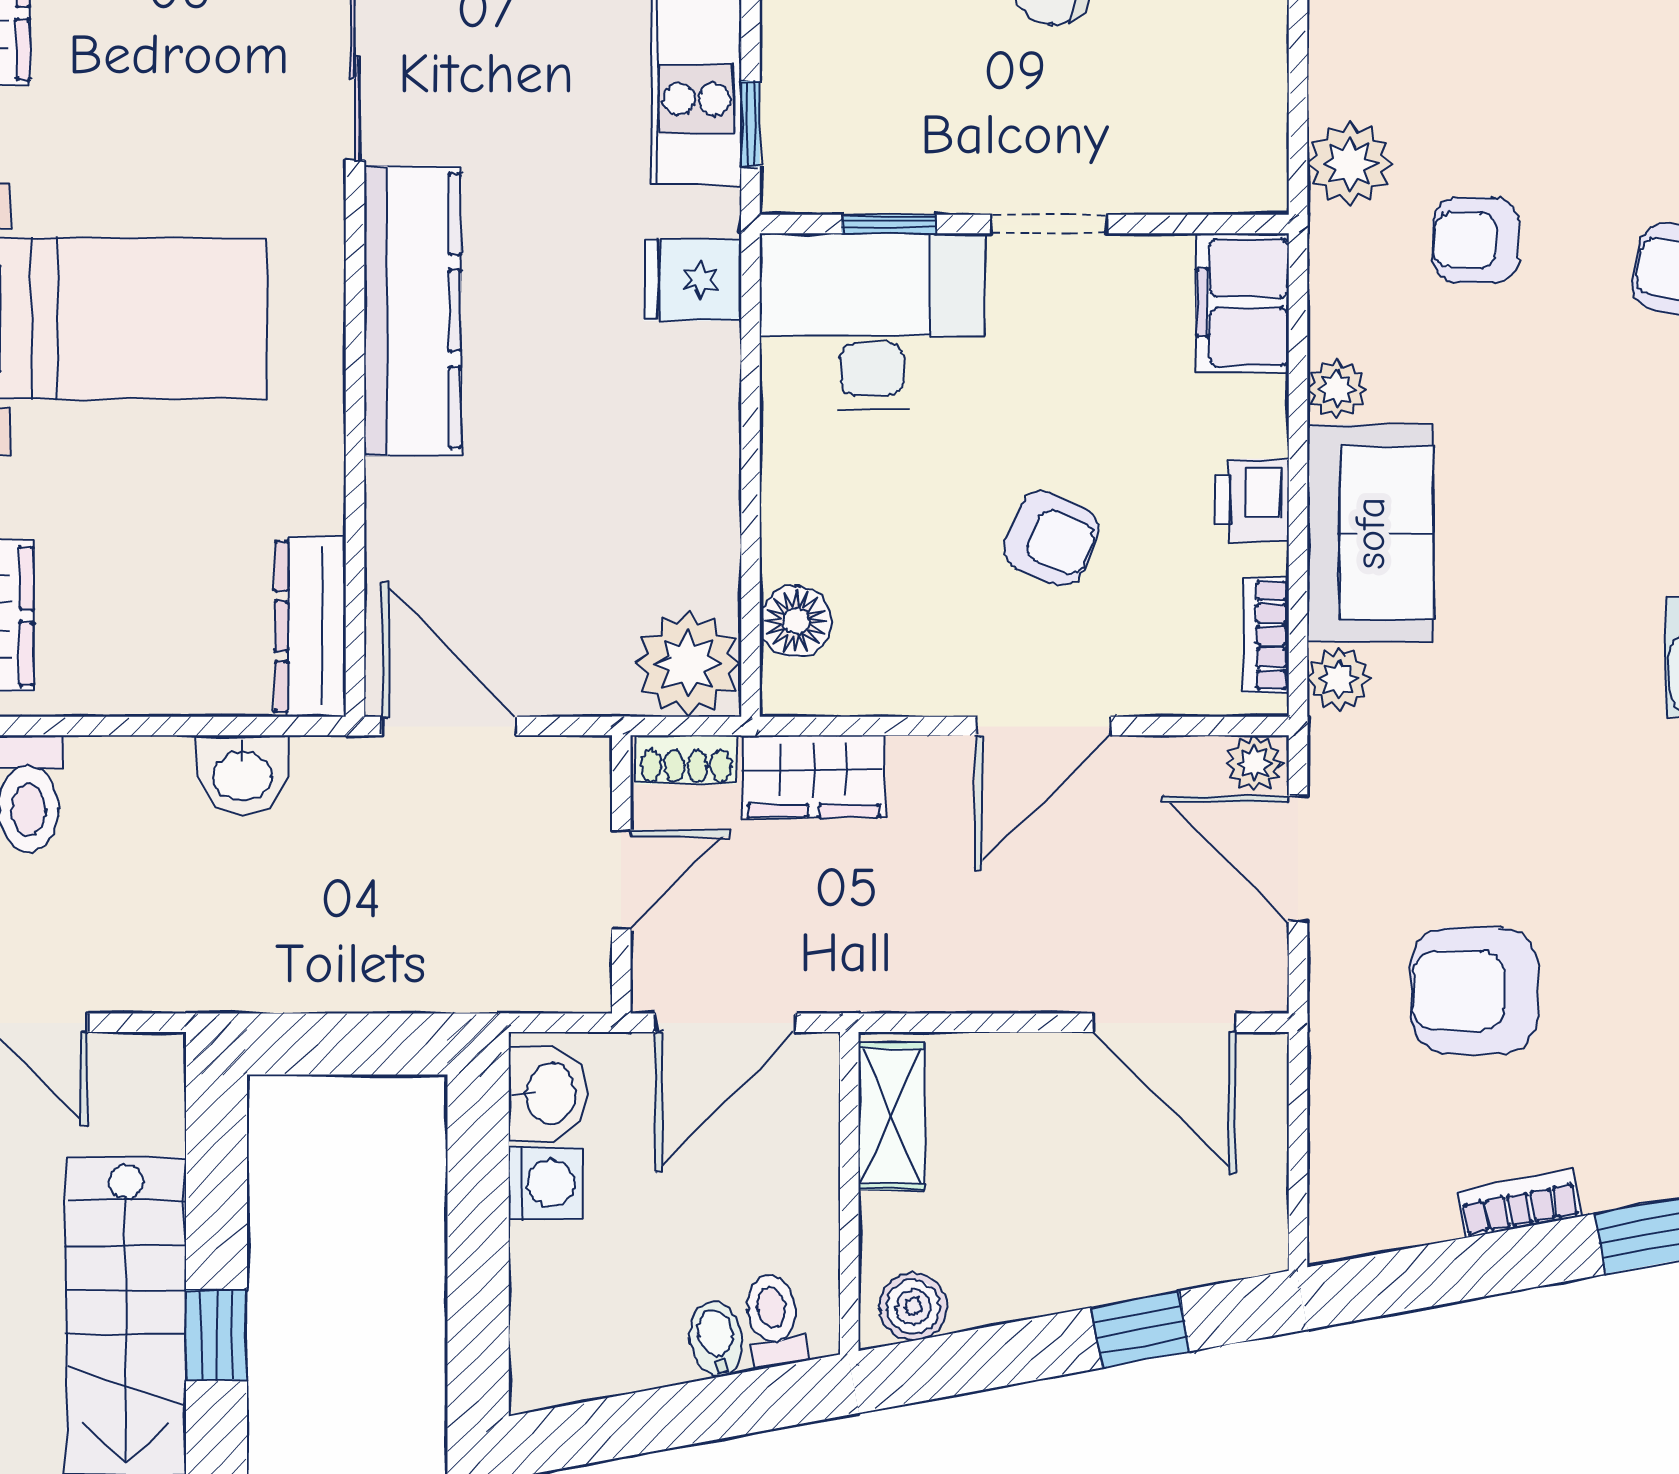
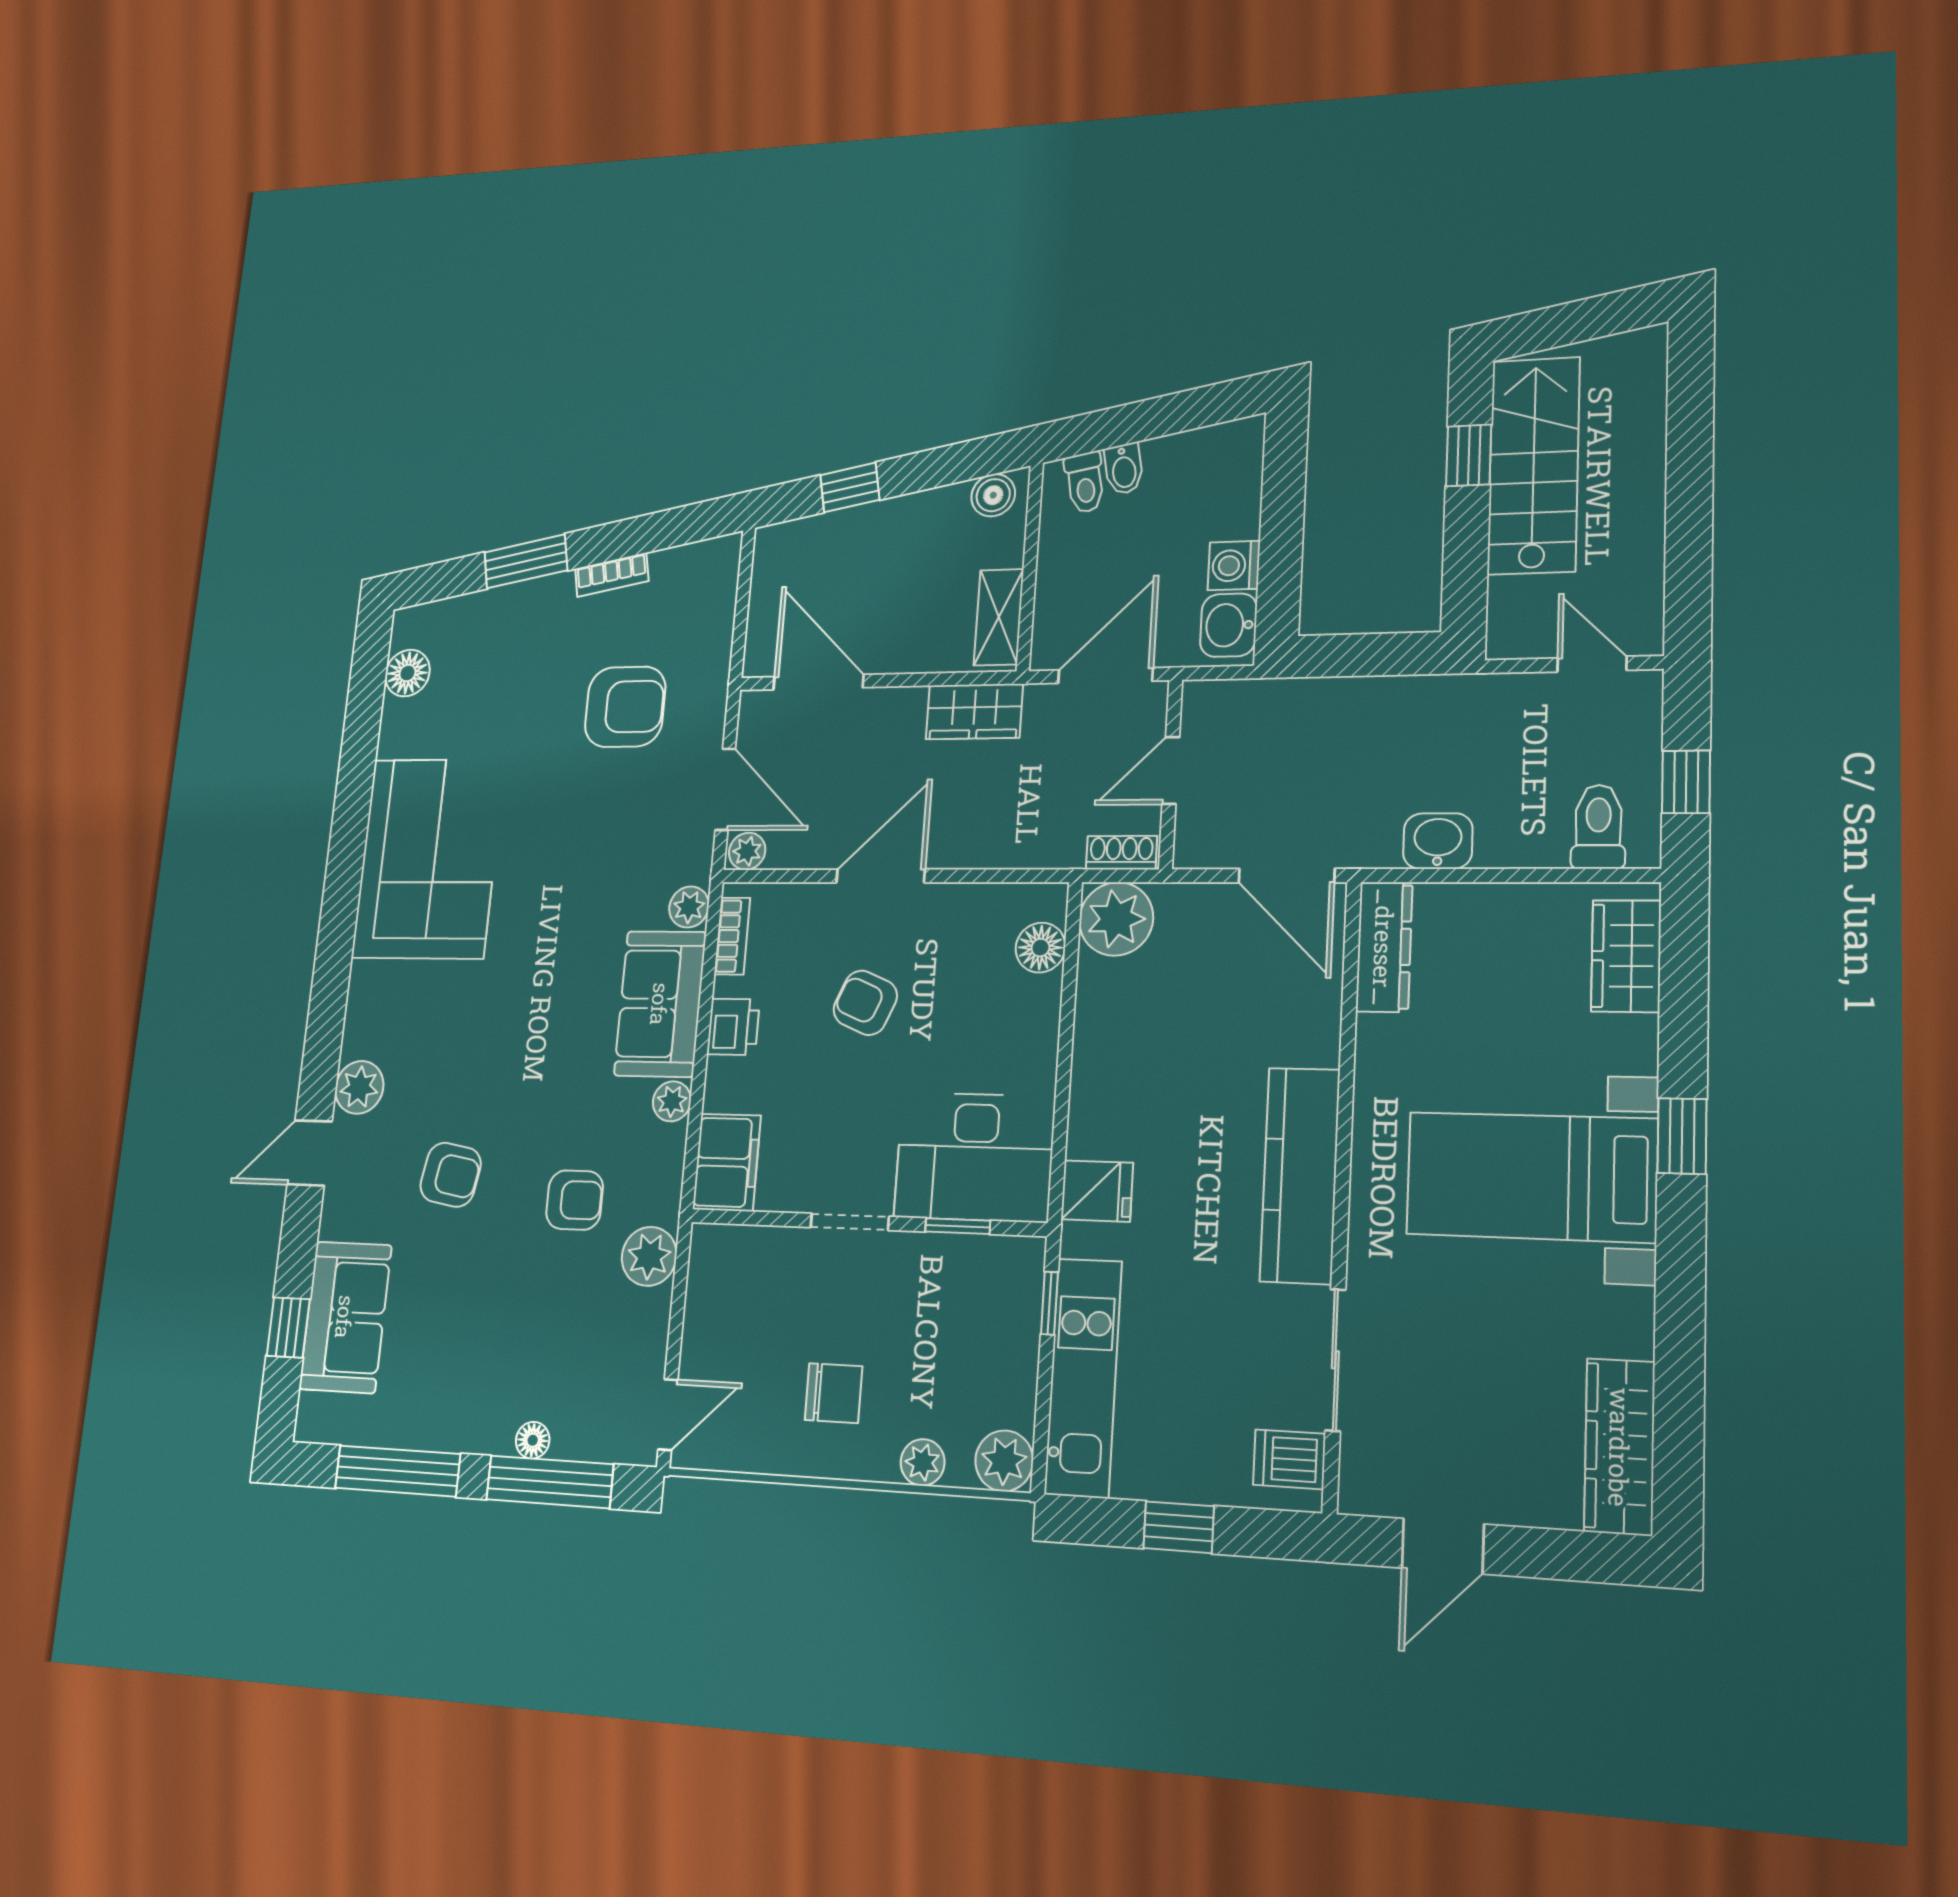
wardrobe: (813, 776) -> (974, 711), moved, turned 180

